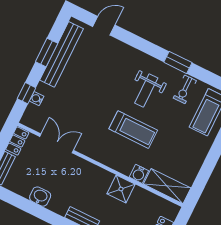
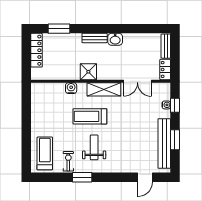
shelving: (167, 186) -> (104, 89), moved
shower: (121, 189) -> (88, 72), moved
washbasin: (40, 197) -> (115, 39), moved

